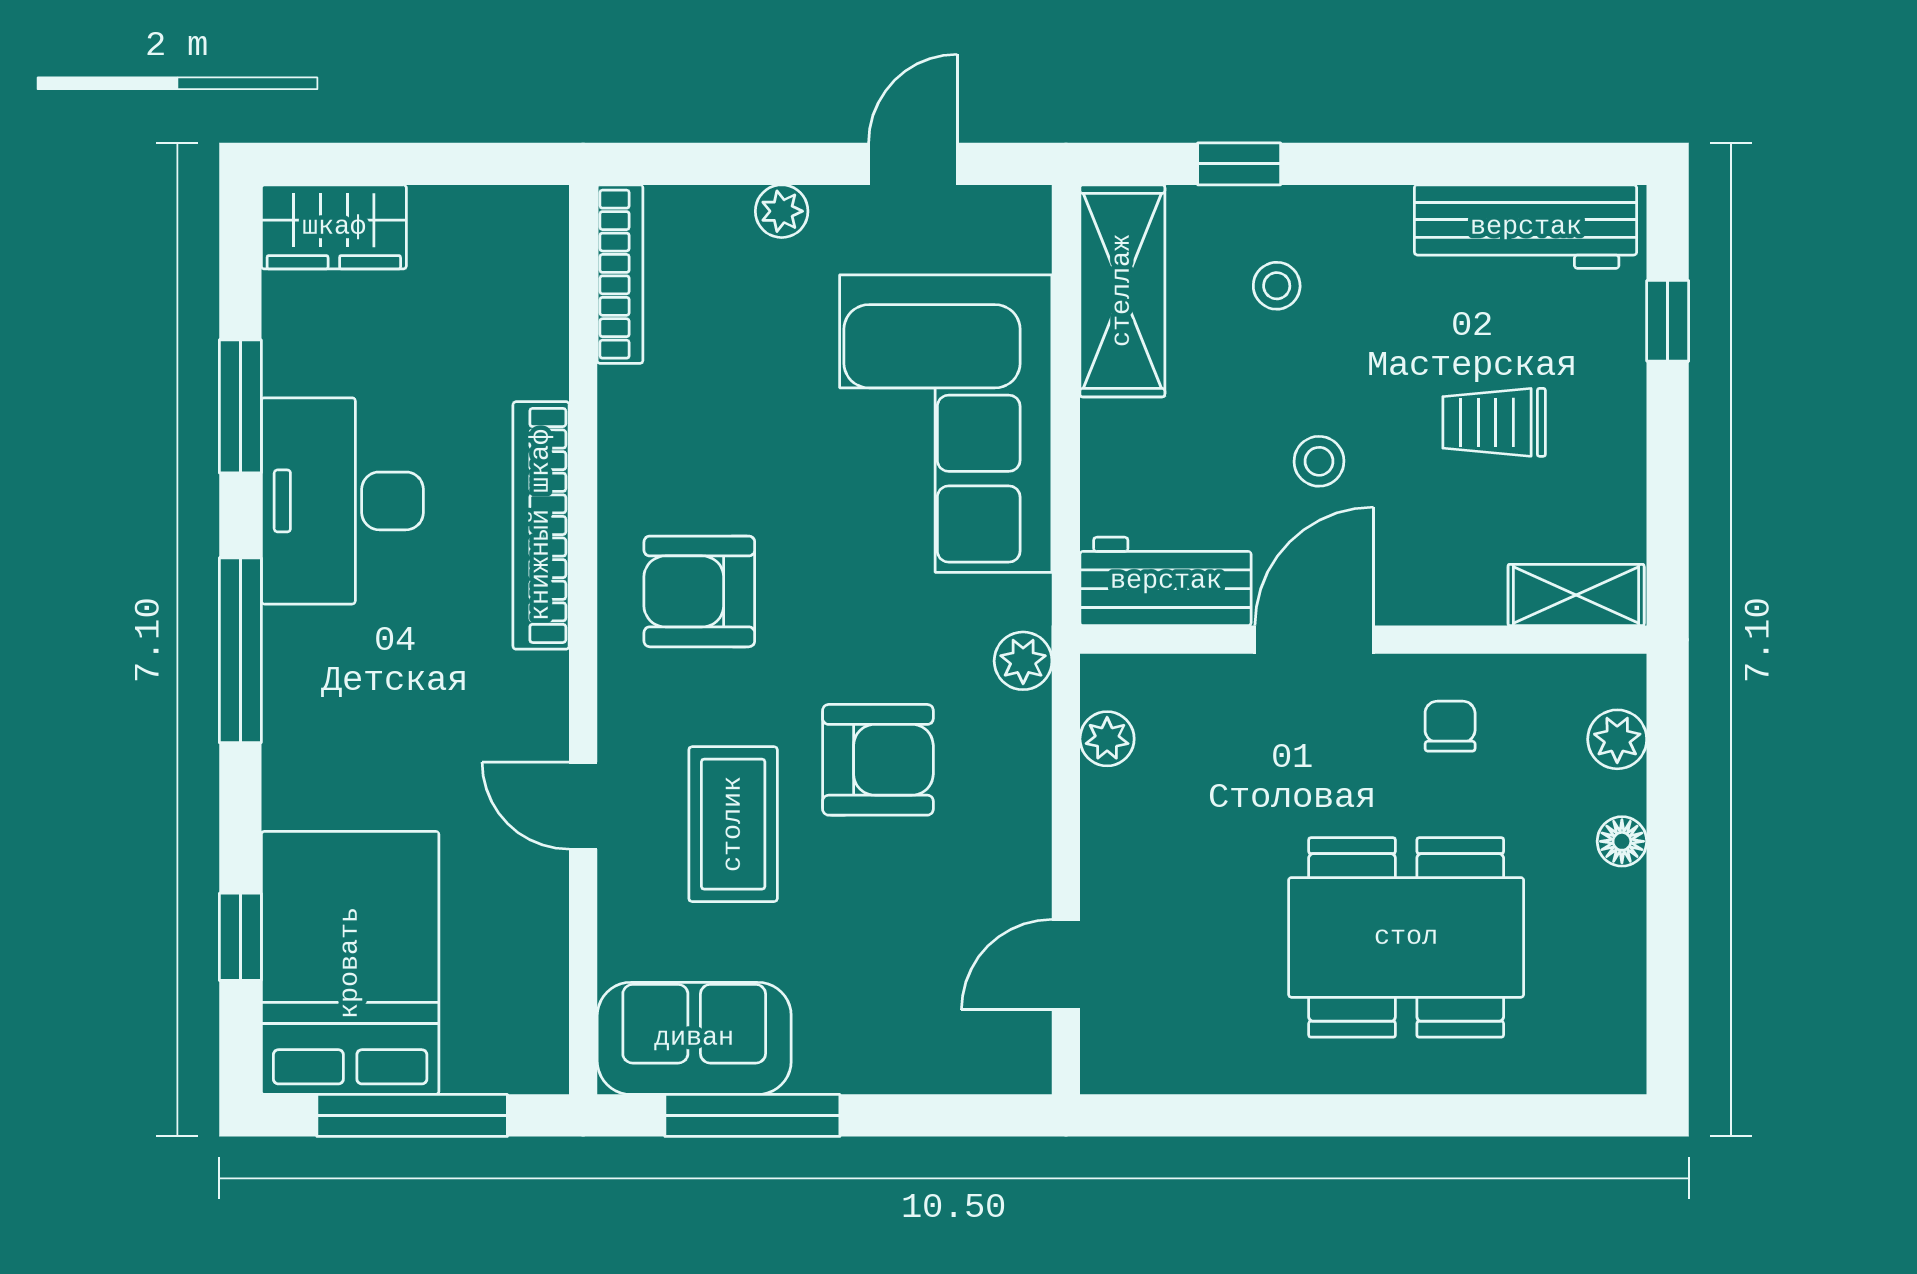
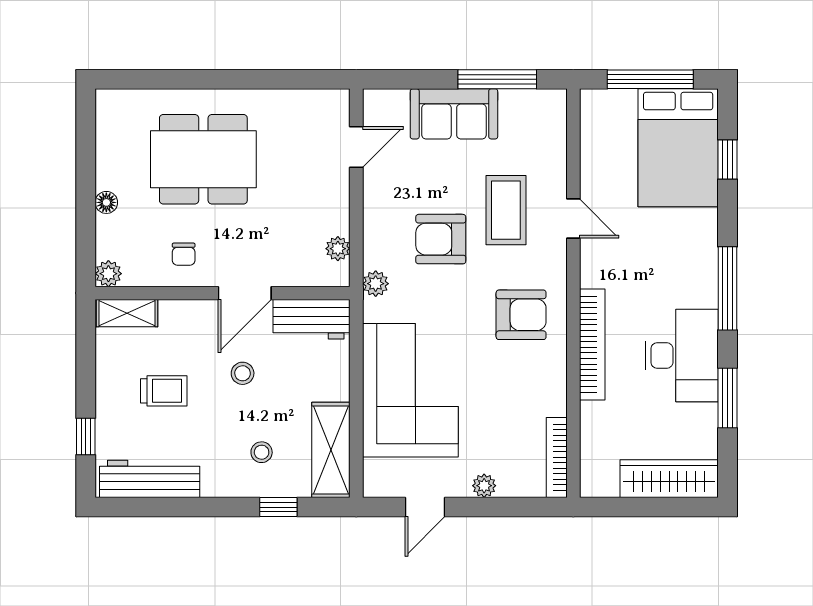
wardrobe: (334, 227) -> (669, 479), width x1.50
plant: (1617, 739) -> (108, 274), moved
sofa: (694, 1038) -> (454, 114), moved

